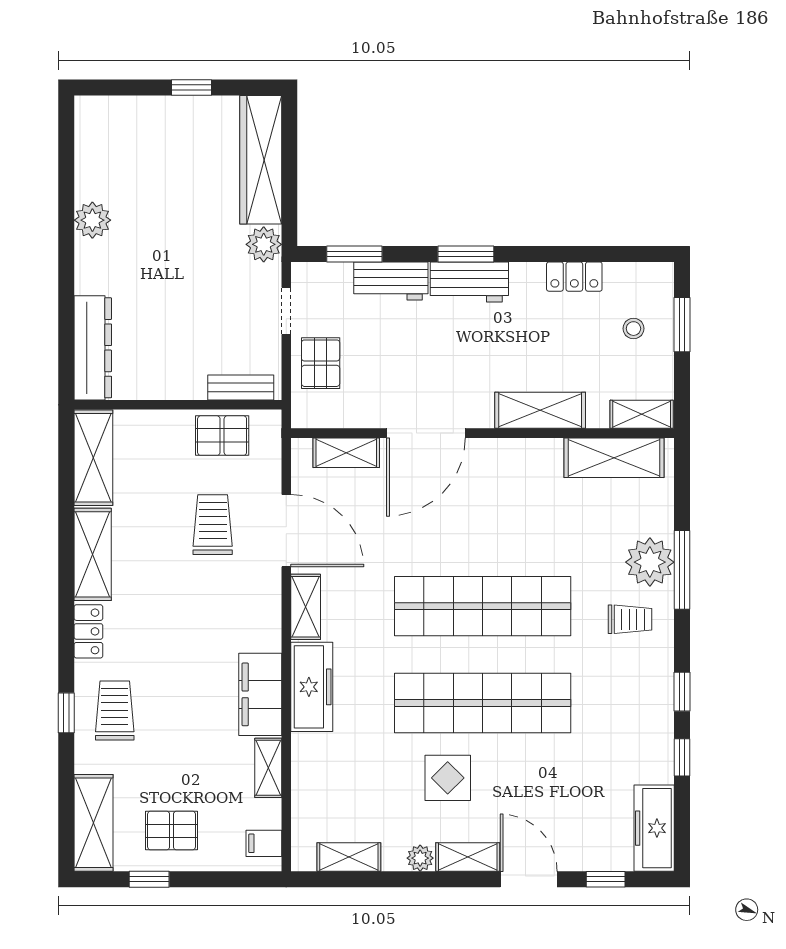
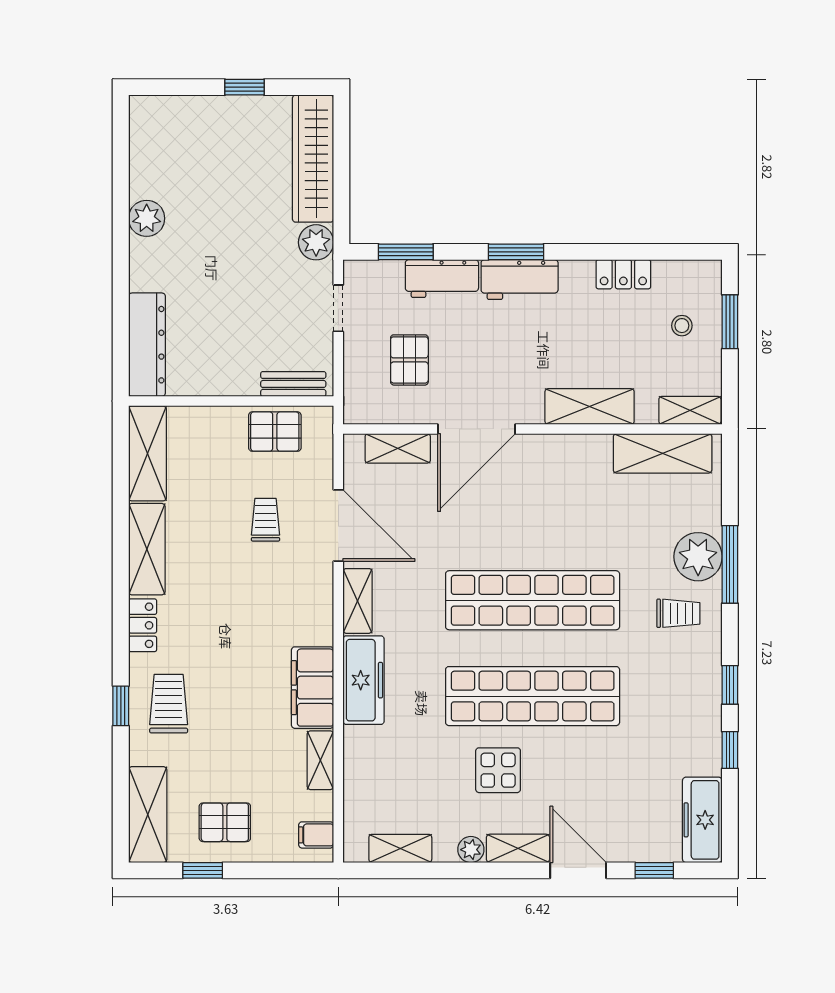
pallet: (321, 363) -> (409, 360), moved
trolley: (213, 525) -> (265, 520), width x0.73, depth x0.72

